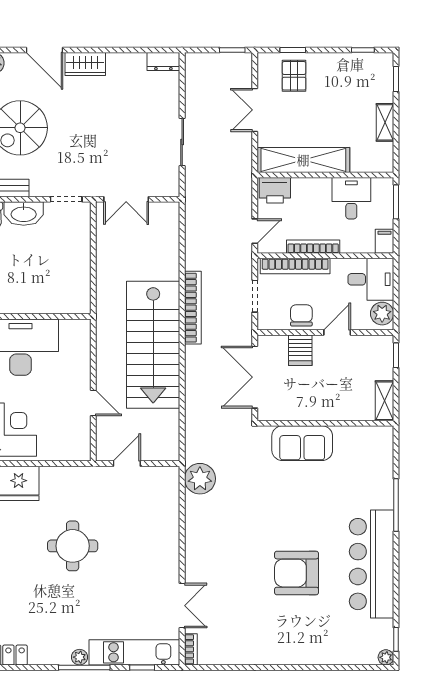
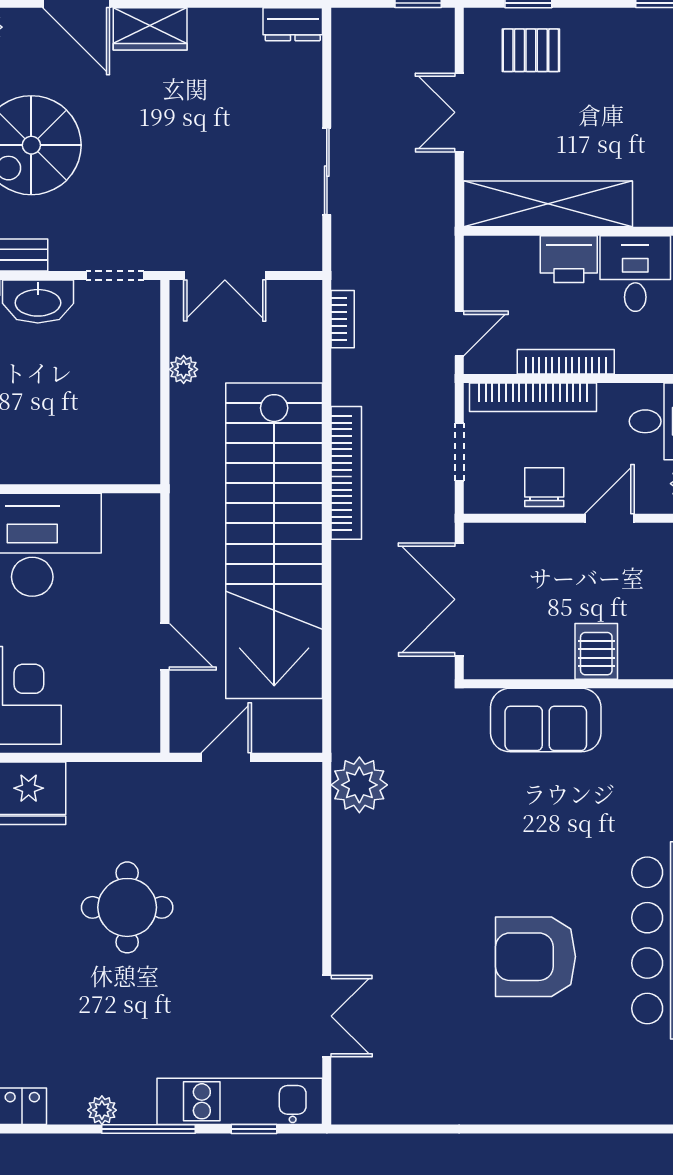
pallet: (294, 76) -> (531, 50), turned 90
printer: (275, 190) -> (569, 259), moved
plant: (103, 251) -> (184, 369), added
stairs: (153, 345) -> (274, 541), width x1.36
server rack: (300, 350) -> (596, 651), moved, turned 180
bookcase: (191, 649) -> (343, 319), moved
plant: (80, 657) -> (102, 1110), moved

